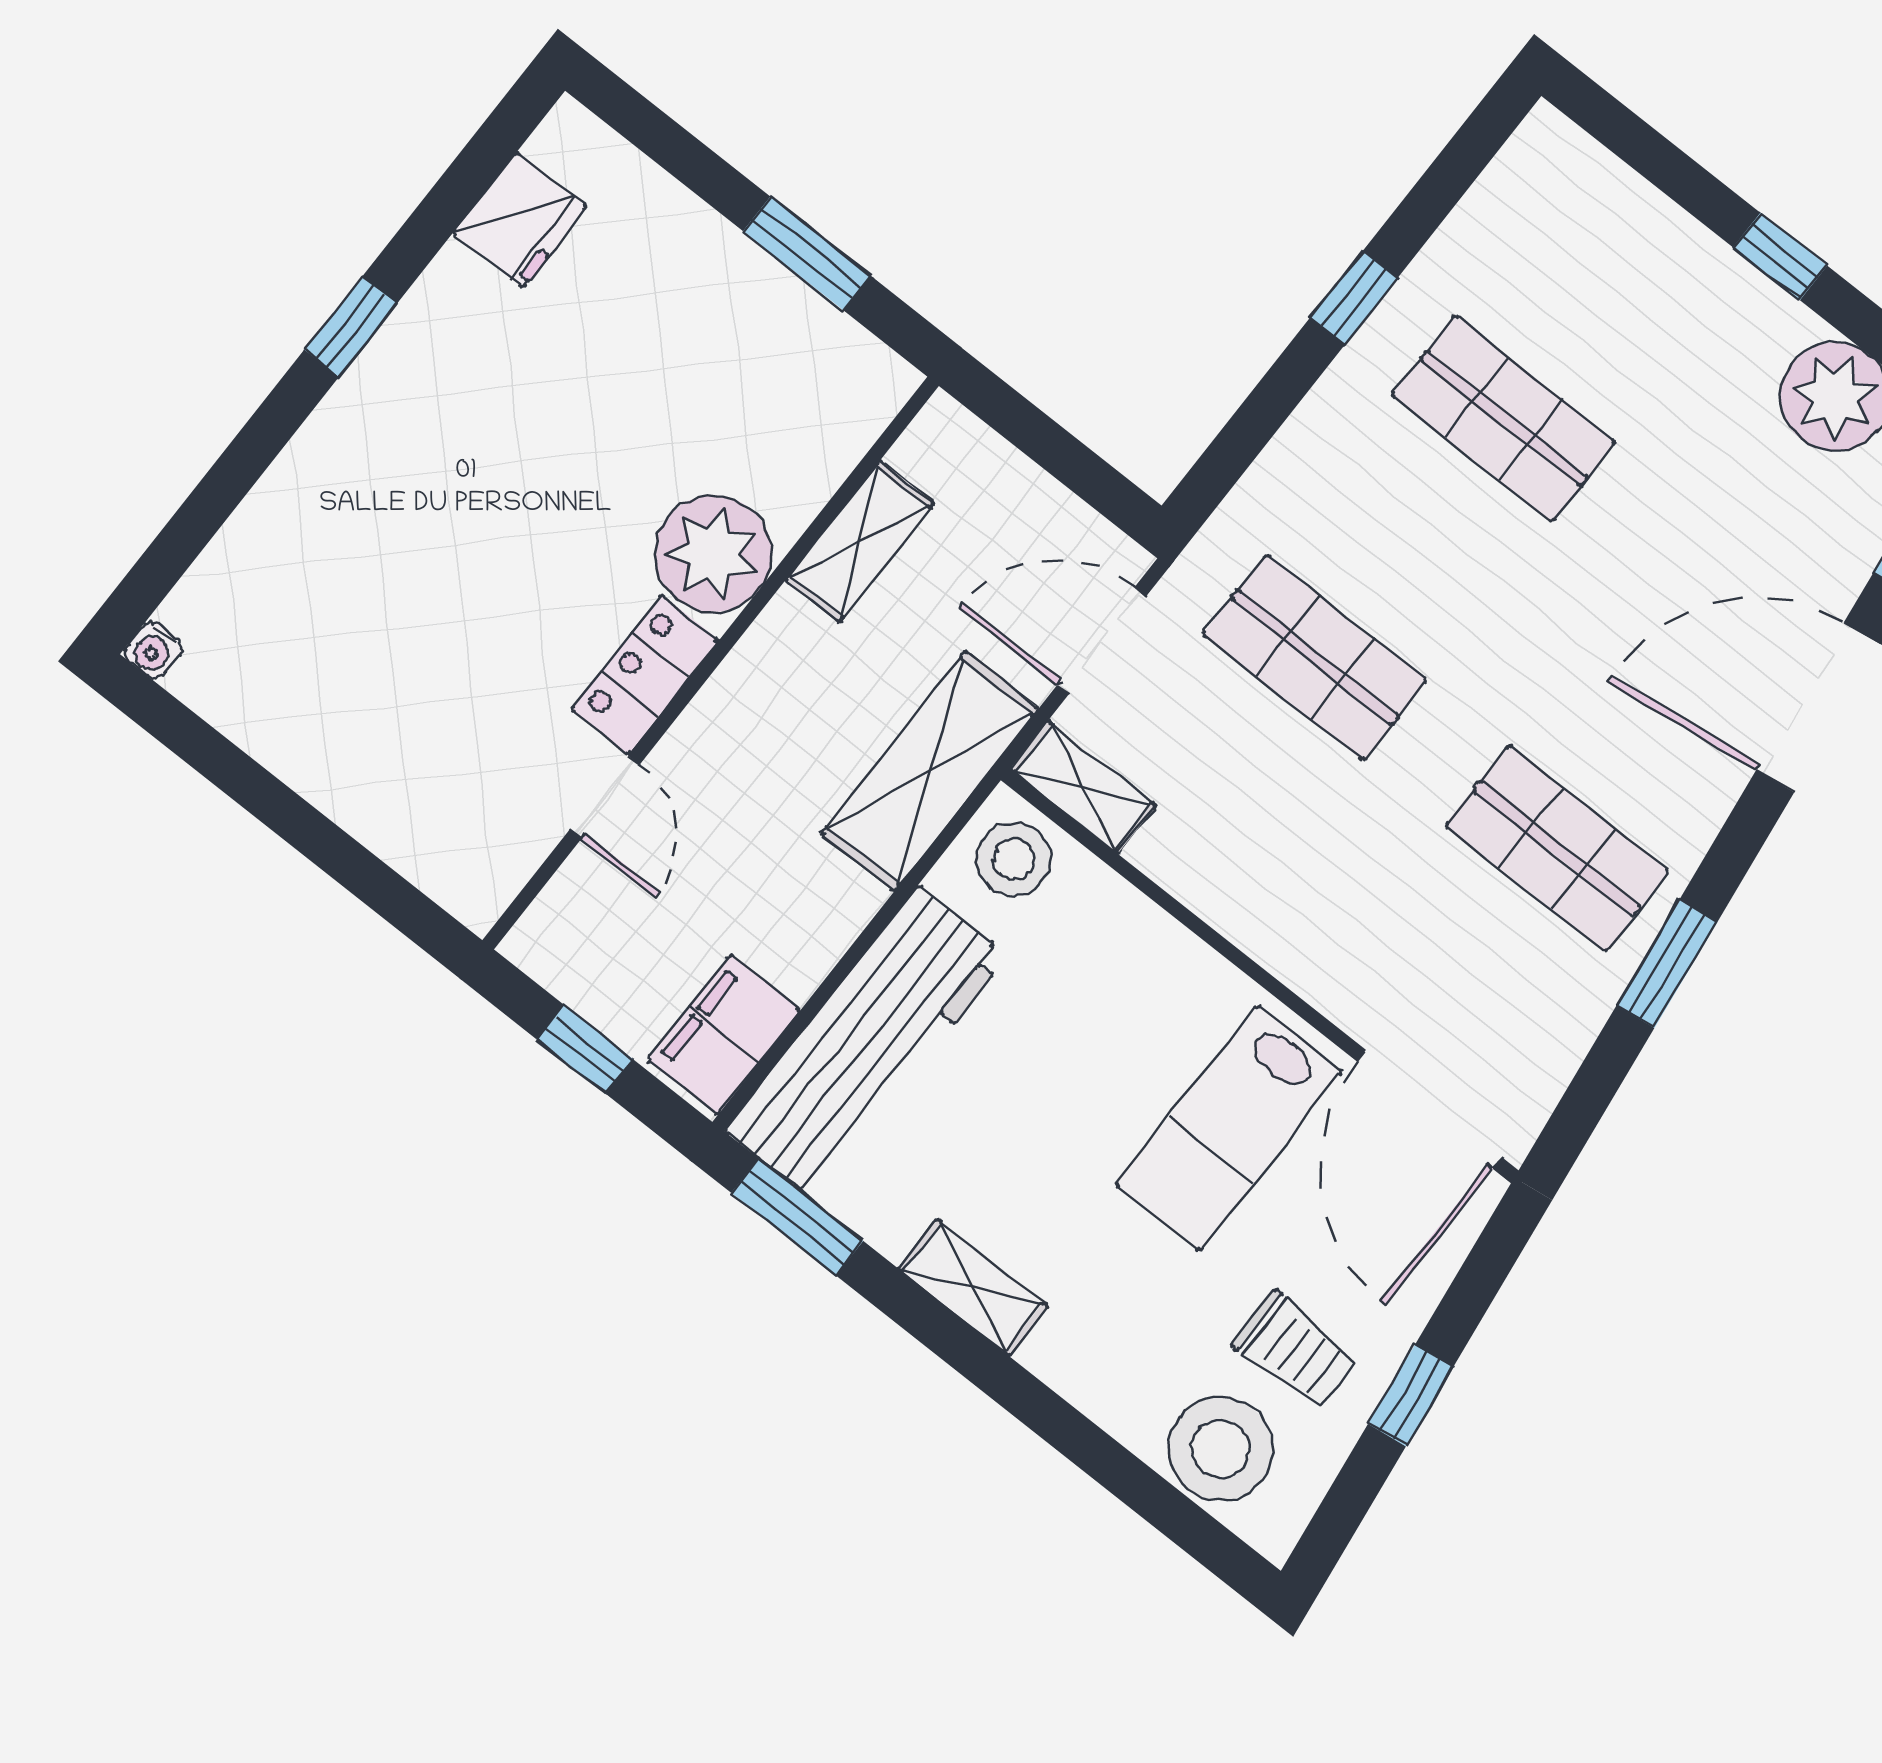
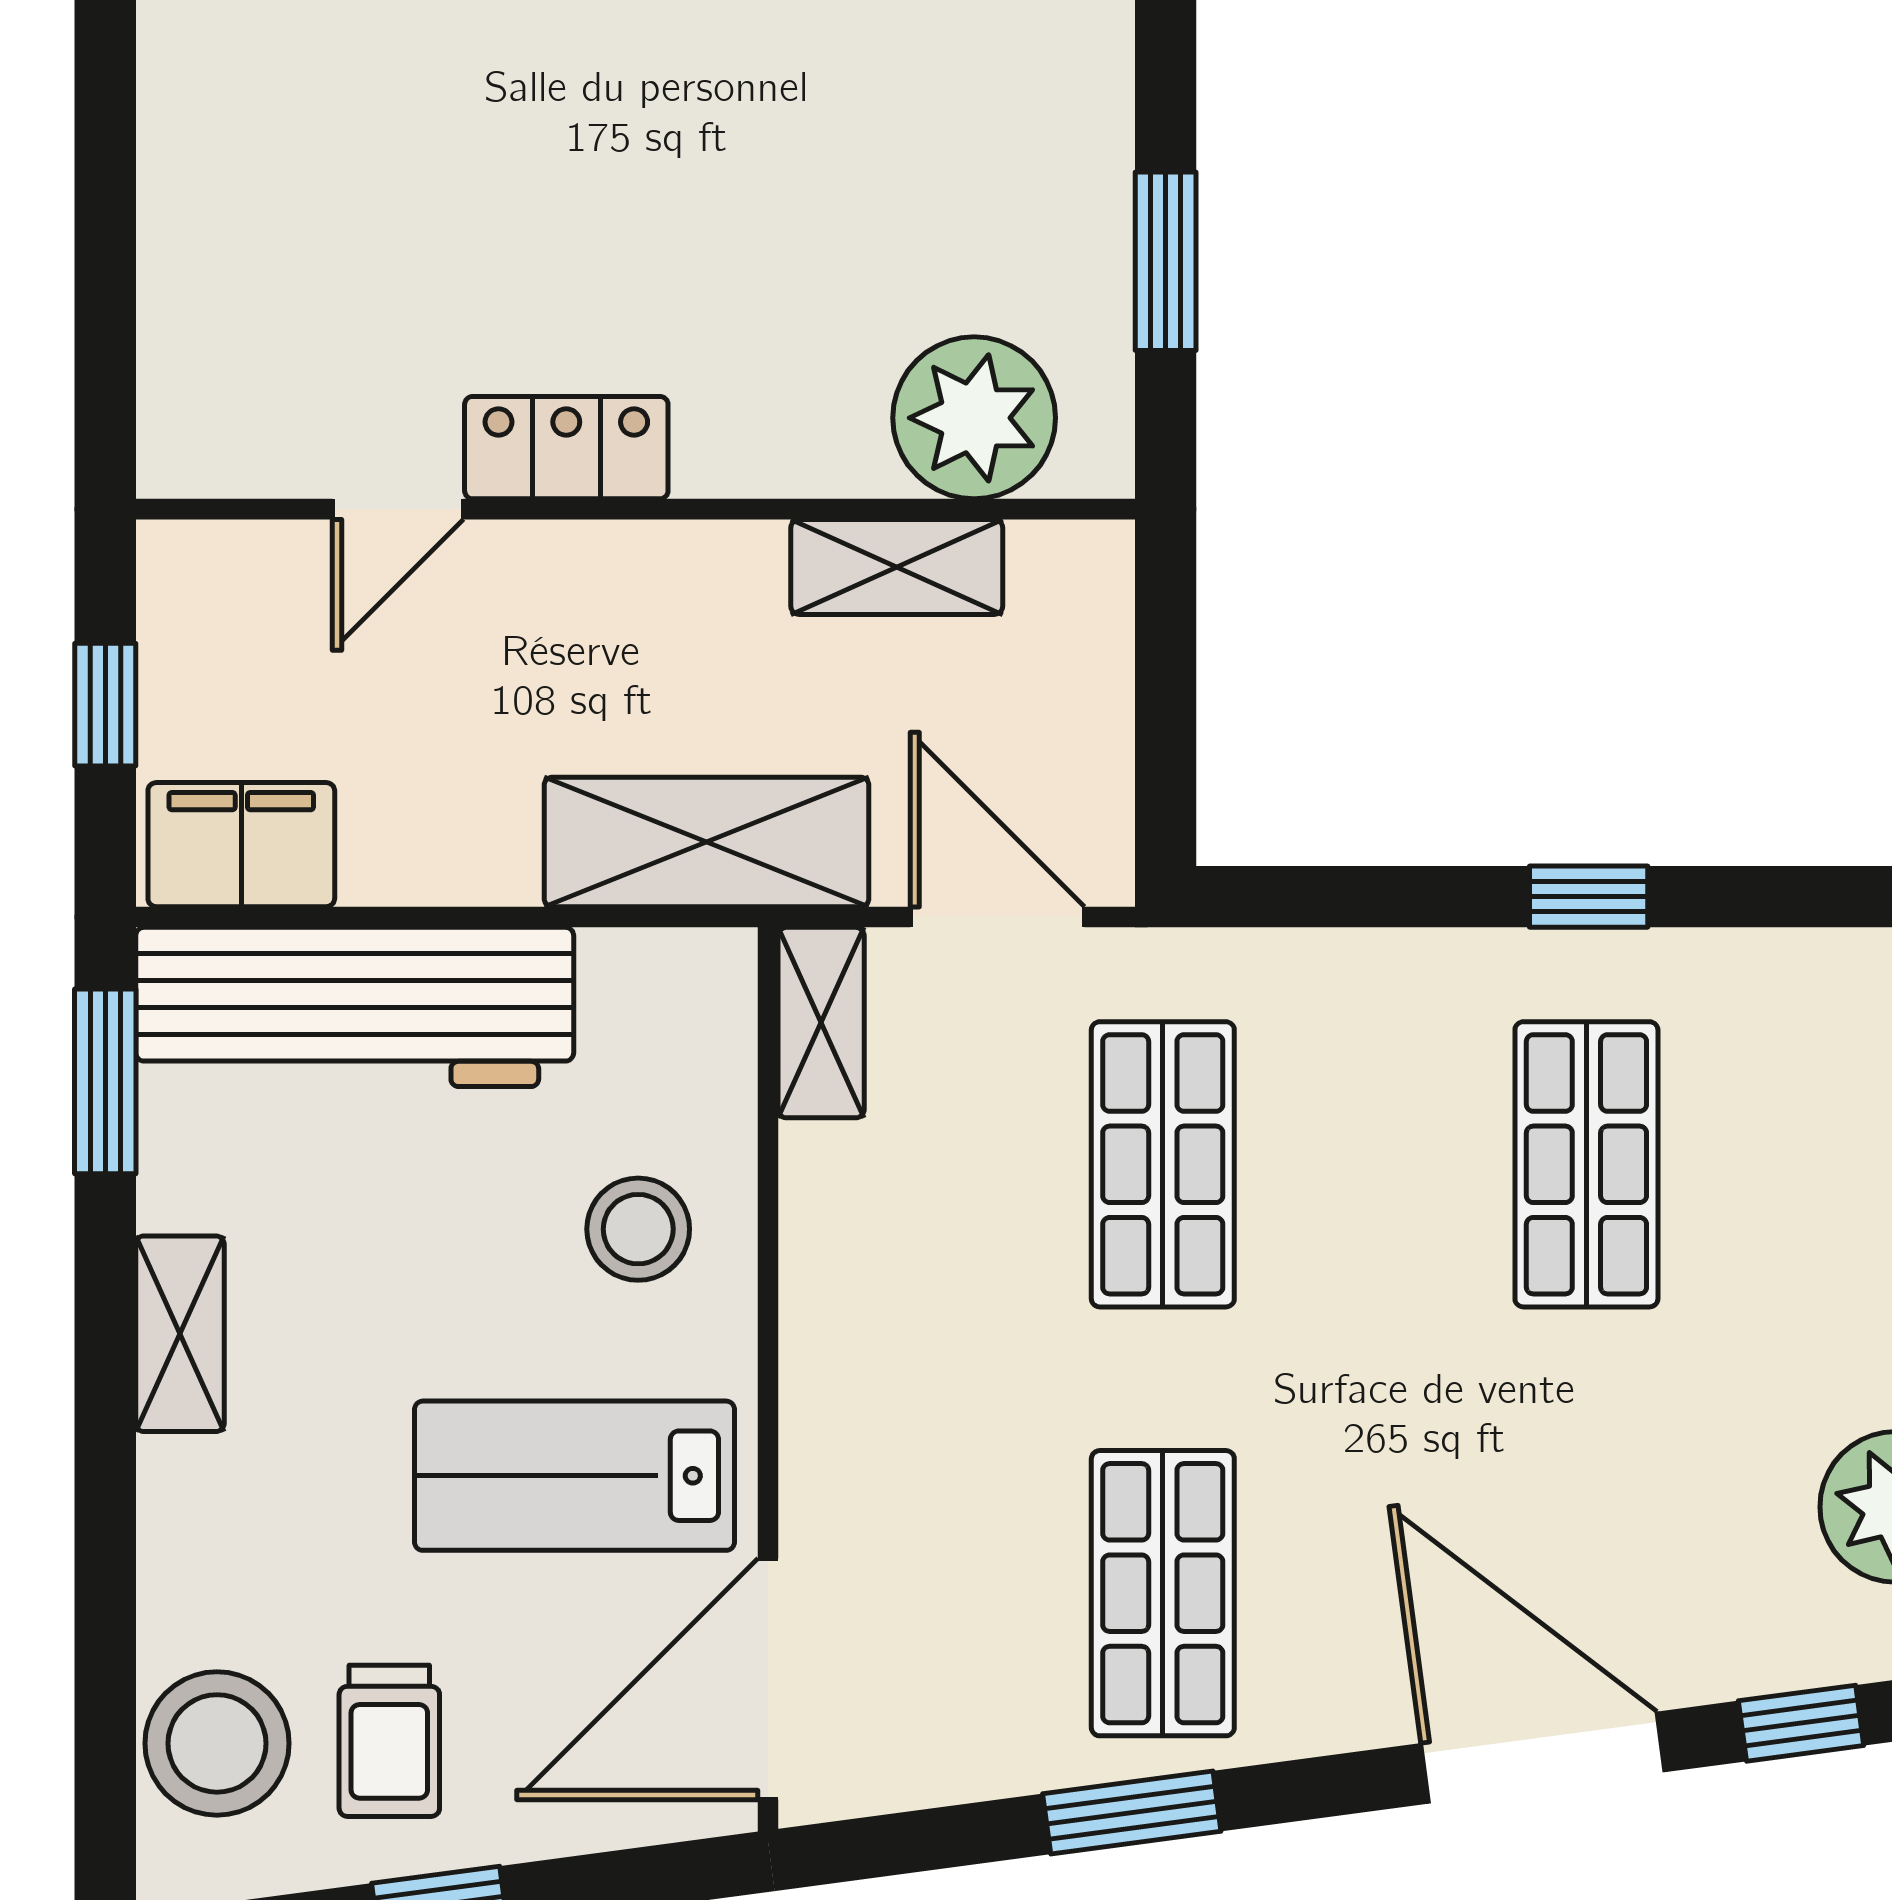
plant: (713, 554) -> (974, 418), moved
stool: (1014, 859) -> (638, 1229), moved

